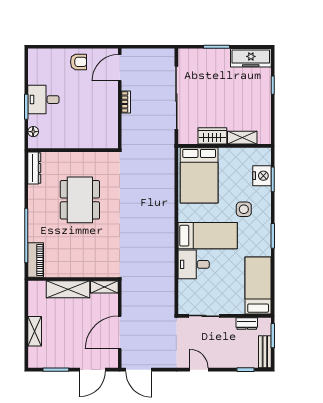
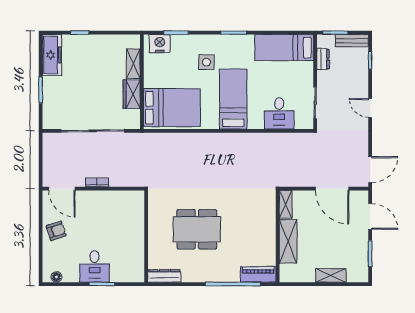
armchair: (78, 62) -> (56, 231), turned 72
floor lamp: (33, 132) -> (56, 277), moved
nightstand: (262, 176) -> (160, 44), moved
desk: (194, 264) -> (279, 113), moved
door: (199, 370) -> (370, 108), hinge flipped

